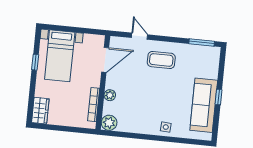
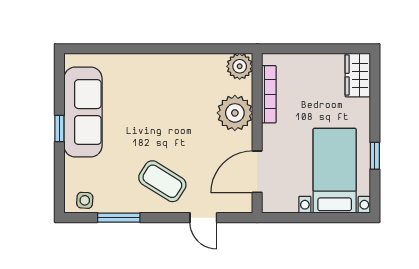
window: (202, 42) -> (119, 218), moved
coffee table: (161, 60) -> (162, 181), turned 32
plant: (110, 95) -> (235, 113), width x1.87, depth x1.87
side table: (166, 127) -> (85, 200), moved

